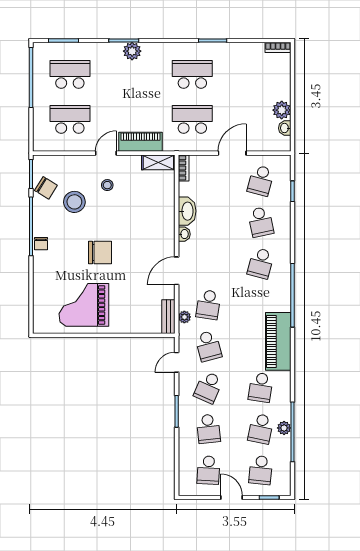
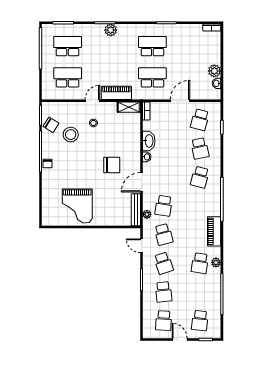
chair: (100, 253) -> (112, 165), moved
grand piano: (84, 305) -> (77, 206), turned -90
bench: (168, 317) -> (136, 210), width x1.36
piano: (278, 341) -> (214, 231), width x0.73, depth x0.75
door: (177, 362) -> (142, 246), hinge flipped
school desk: (208, 387) -> (164, 263), turned -42
plant: (284, 428) -> (216, 262), moved
school desk: (261, 429) -> (200, 292), removed

